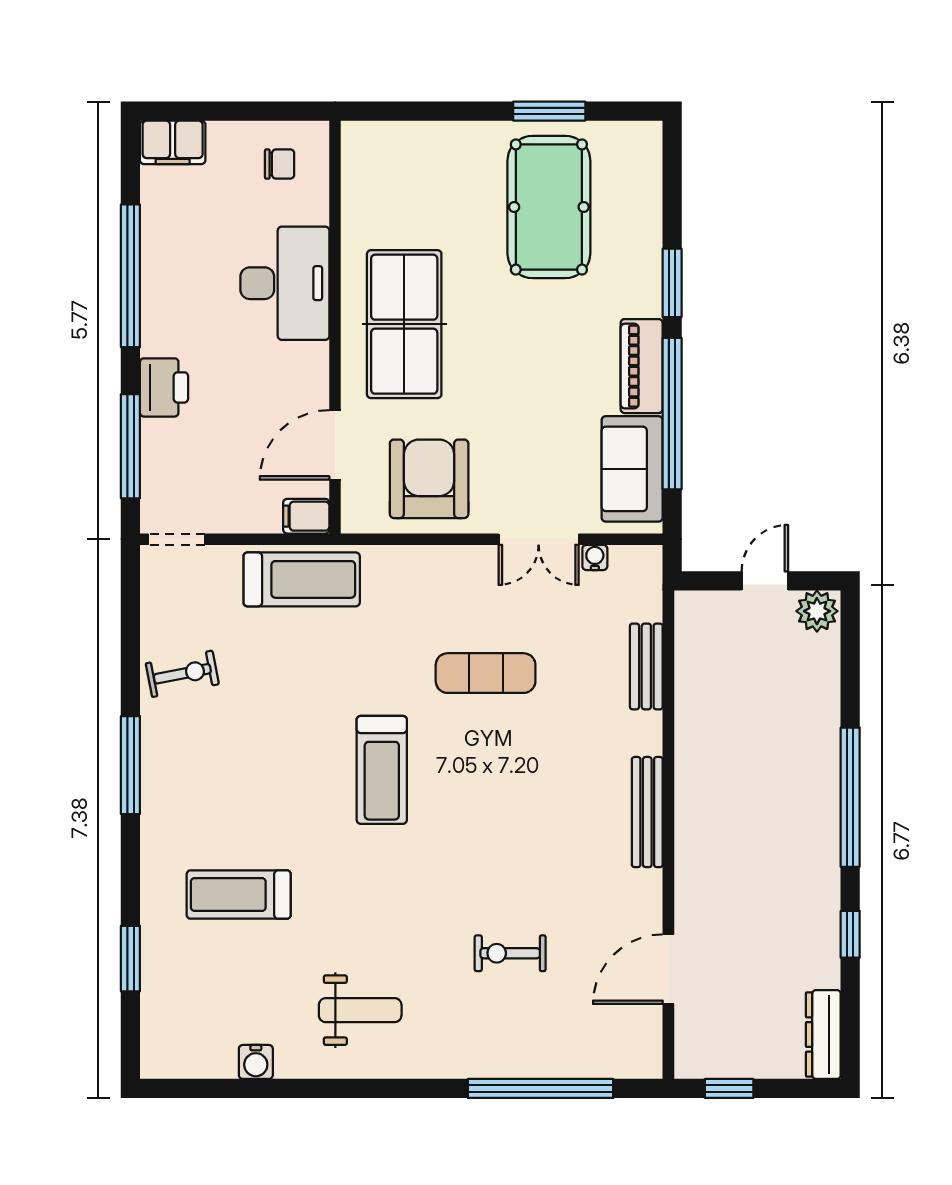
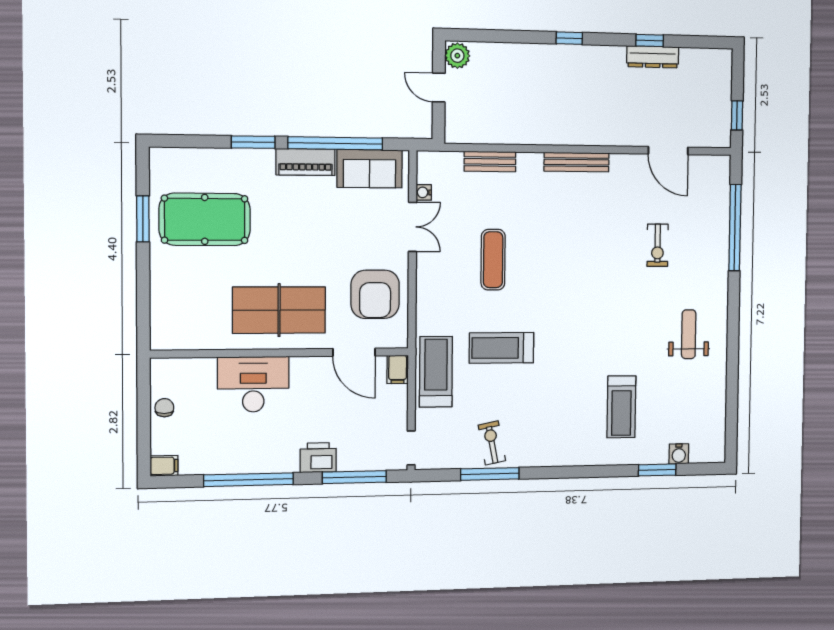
filing cabinet: (173, 142) -> (164, 466), width x0.50
chair: (280, 164) -> (164, 408), moved
armchair: (429, 479) -> (375, 294), turned -90
window: (130, 765) -> (490, 474), moved
treadmill: (382, 770) -> (502, 348), moved, turned 180
window: (850, 797) -> (569, 38), width x0.32
dresser: (823, 1034) -> (653, 57), moved
water cooler: (256, 1062) -> (679, 454), moved, turned 90

